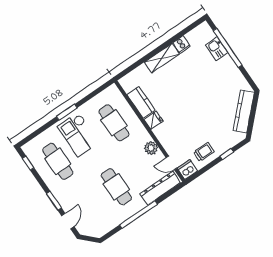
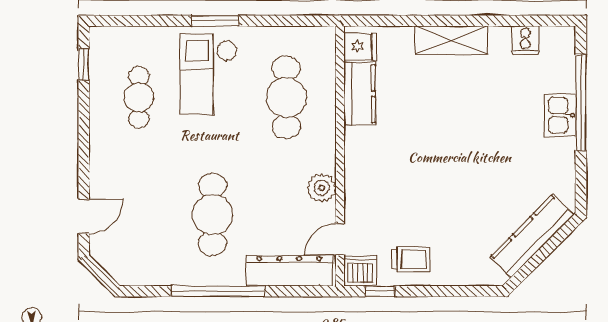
cooker: (182, 44) -> (525, 40), moved
kitchen sink: (217, 49) -> (560, 115), moved
fridge: (154, 120) -> (360, 47), moved
window: (227, 154) -> (380, 291), moved
cafe table: (58, 161) -> (139, 97), width x0.73, depth x0.74
door: (171, 163) -> (340, 239), hinge flipped
window: (54, 201) -> (84, 163), removed

